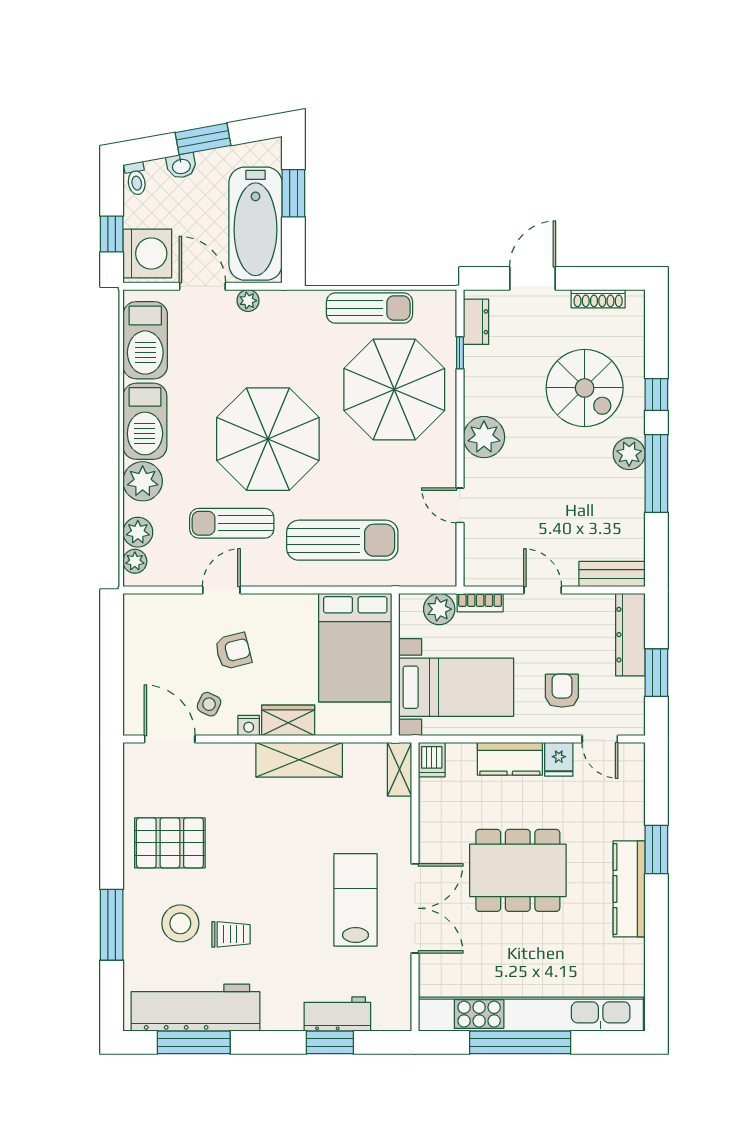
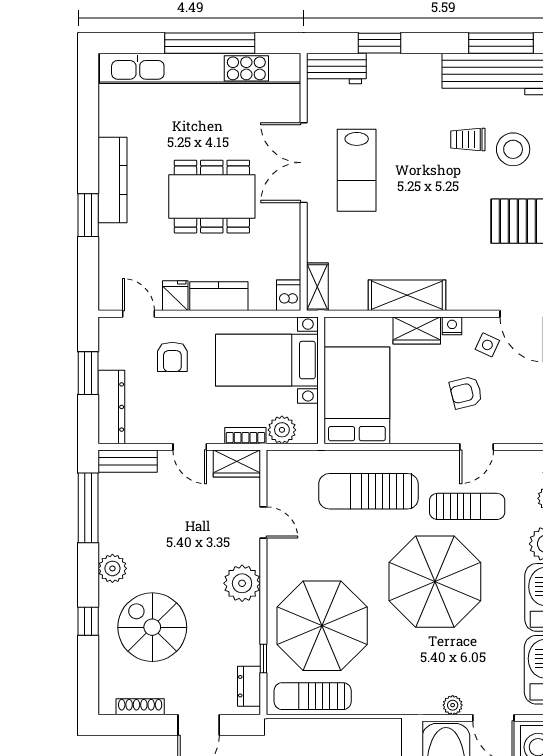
sun lounger: (370, 308) -> (313, 696), moved
window: (656, 474) -> (88, 508), moved
wardrobe: (490, 571) -> (237, 464), added
workbench: (337, 1014) -> (336, 68), moved

